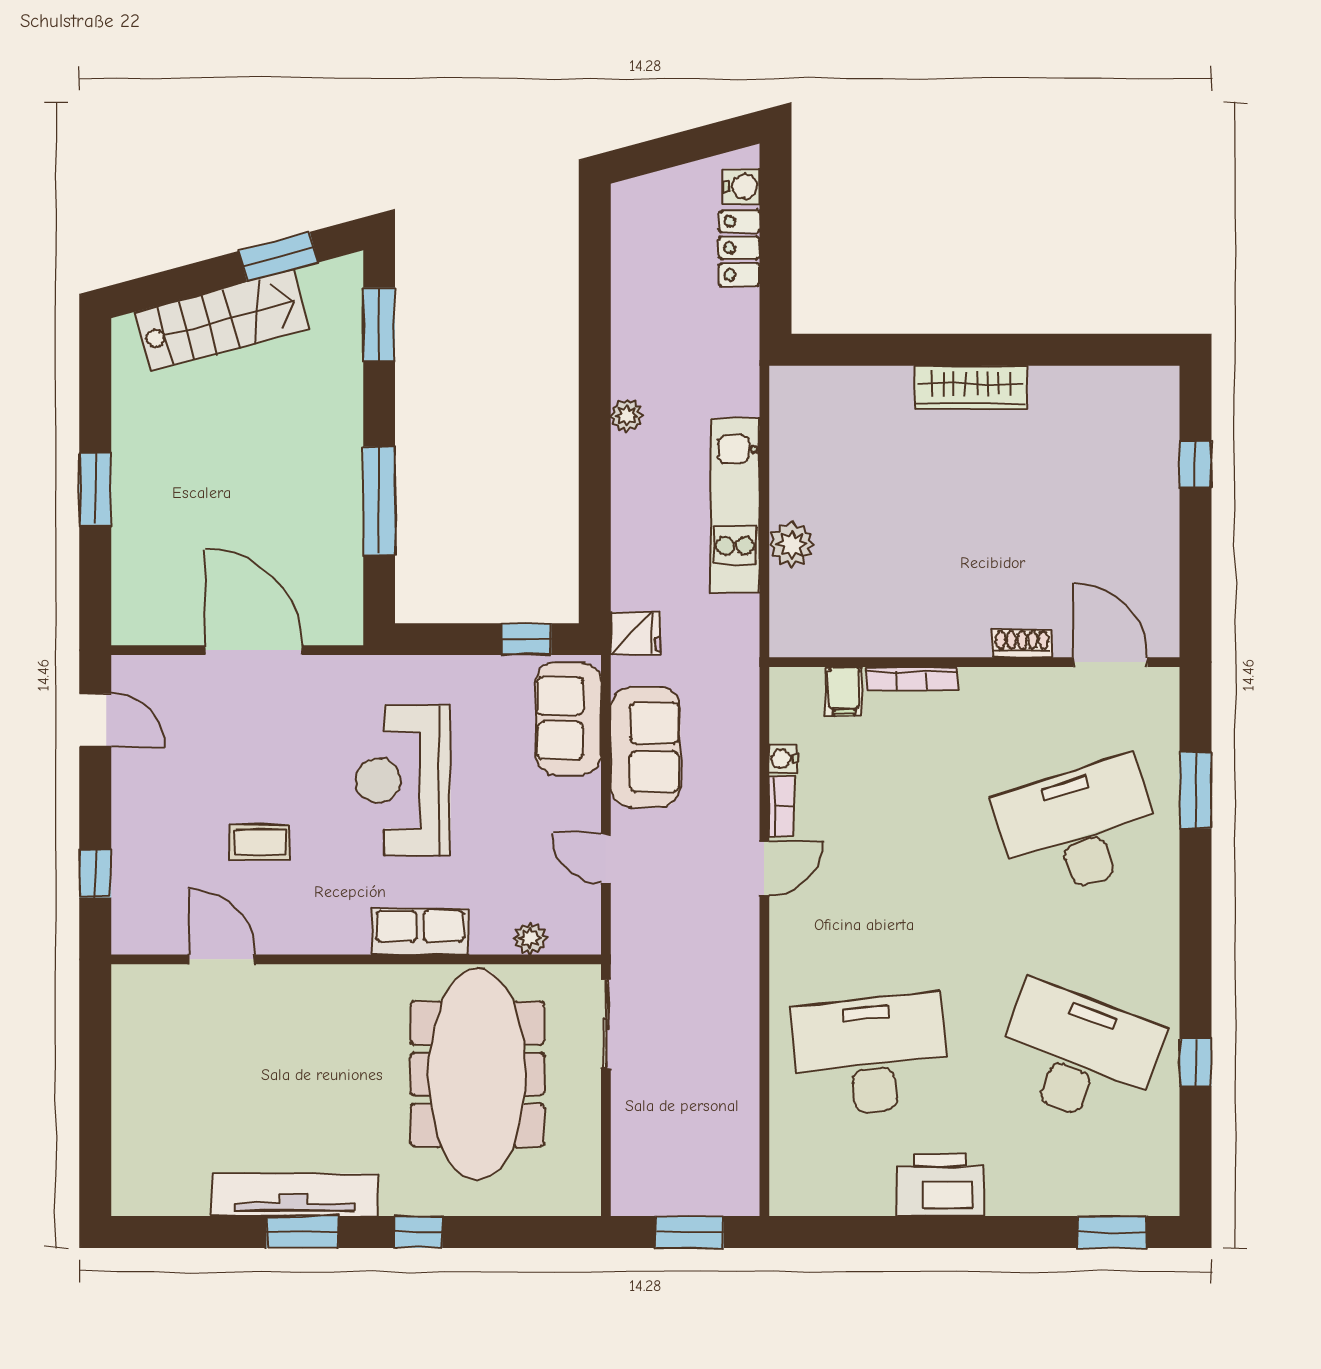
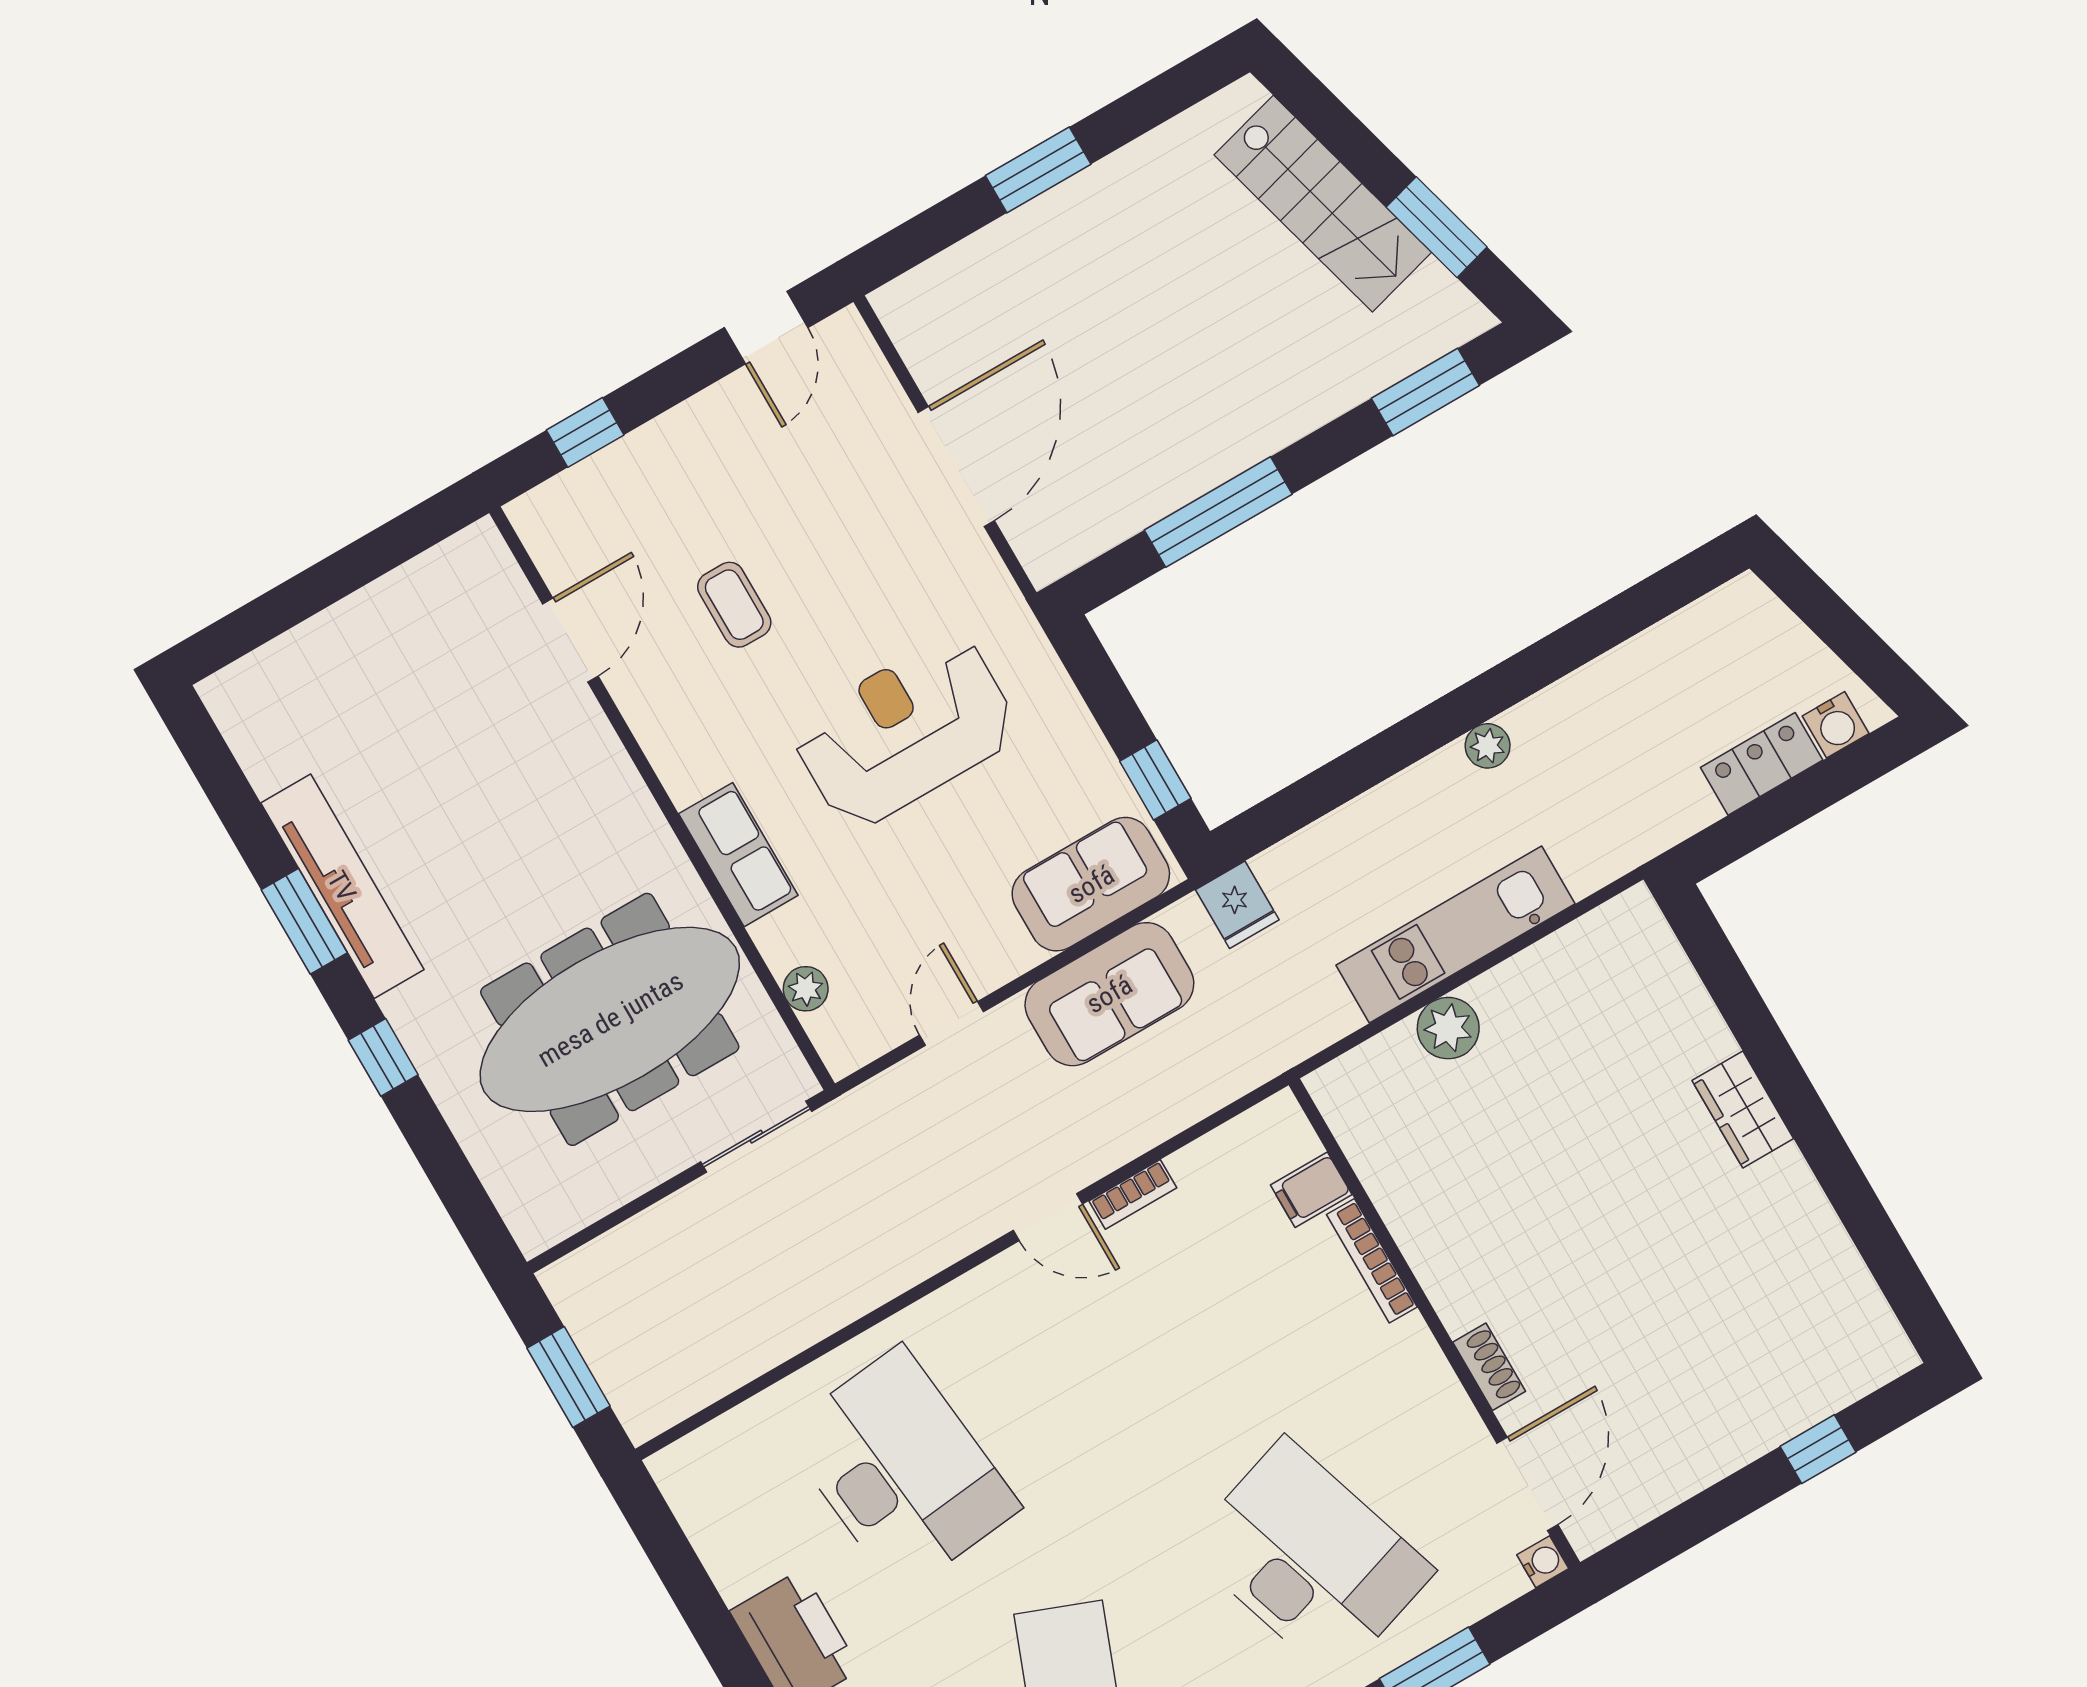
wardrobe: (971, 387) -> (1743, 1110), width x0.67
water cooler: (783, 759) -> (1543, 1562), moved, turned 90

